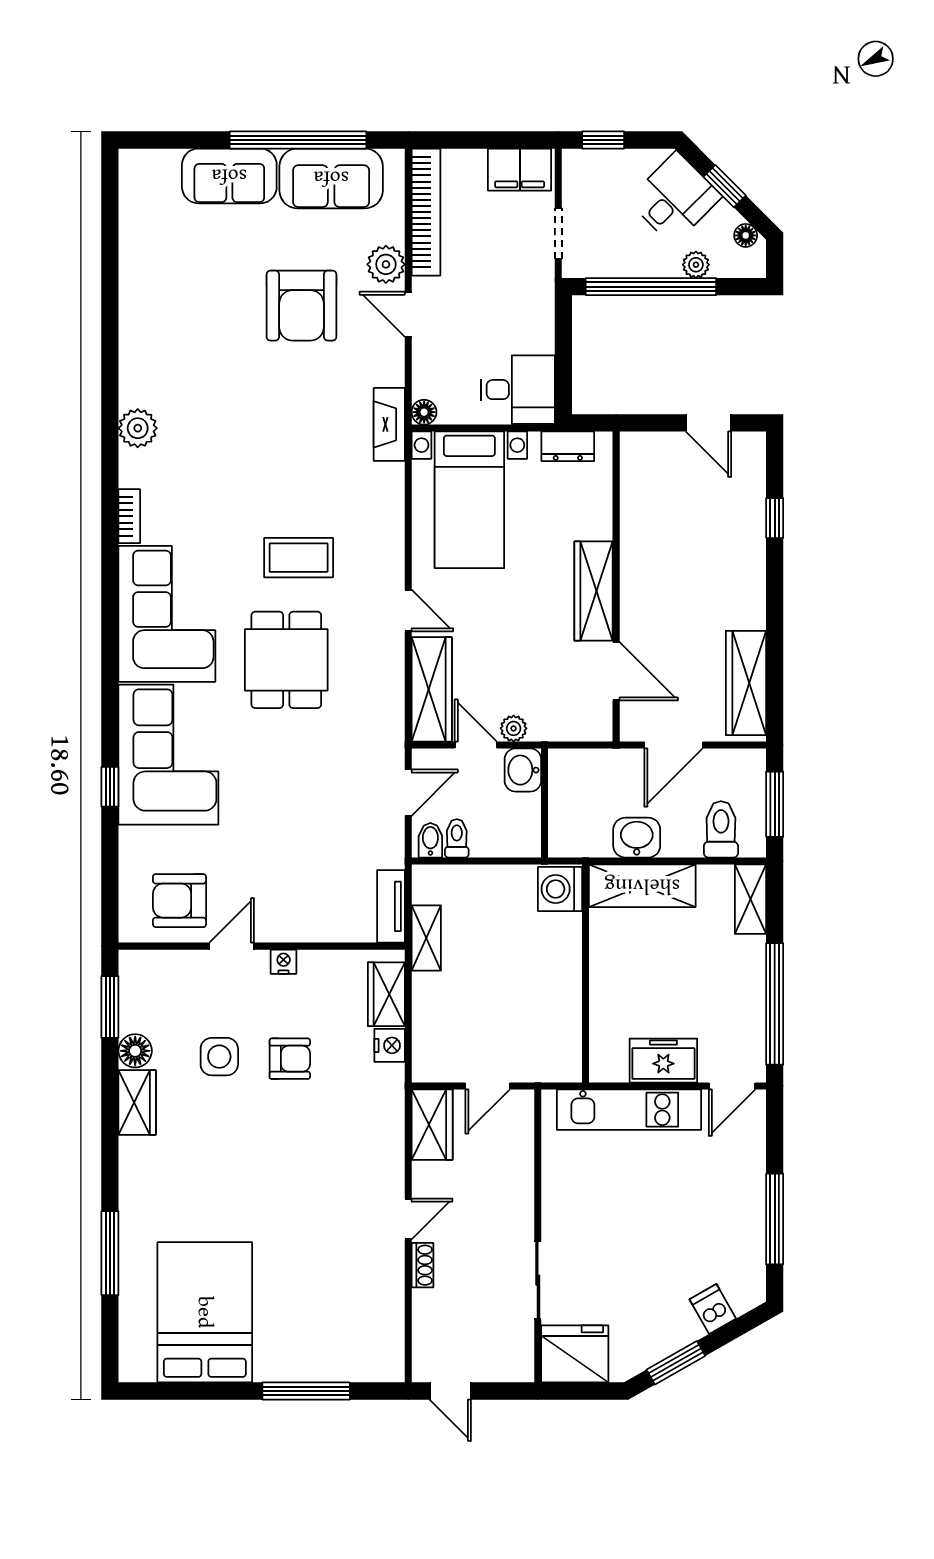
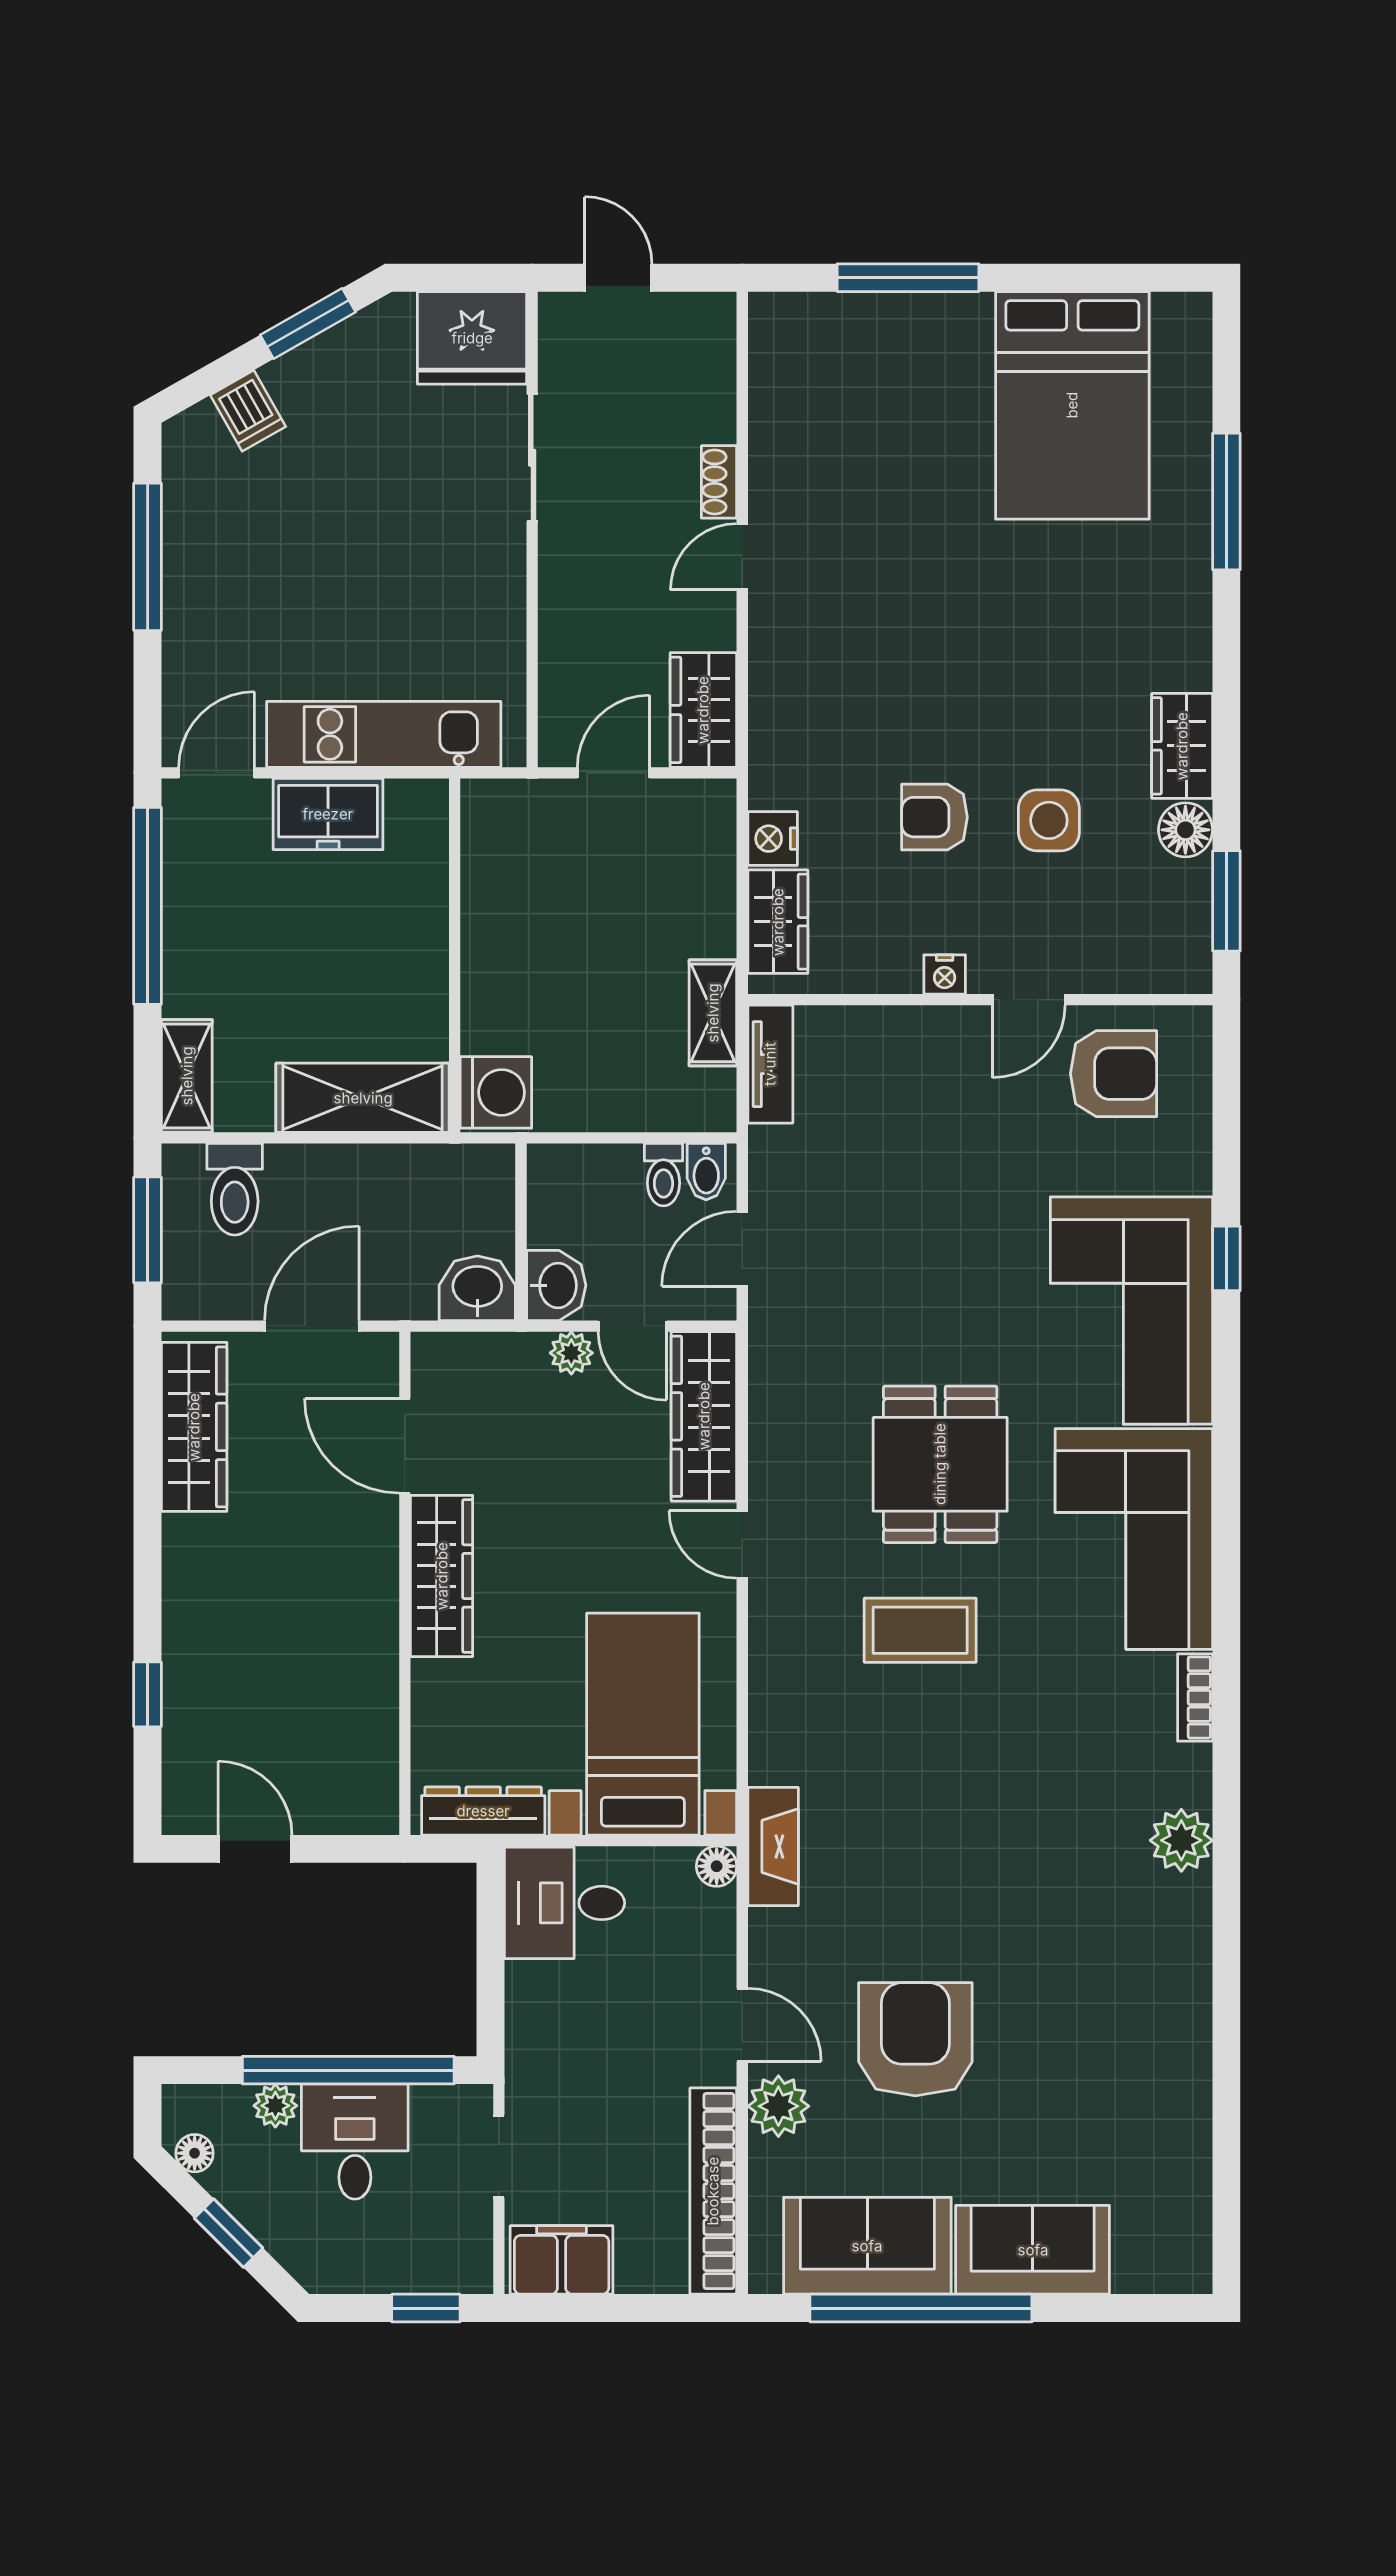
desk: (675, 198) -> (355, 2142), moved, turned 135
dresser: (568, 446) -> (483, 1811), width x1.44
washbasin: (637, 838) -> (477, 1288), moved, turned 180
door: (450, 1391) -> (618, 278), moved

